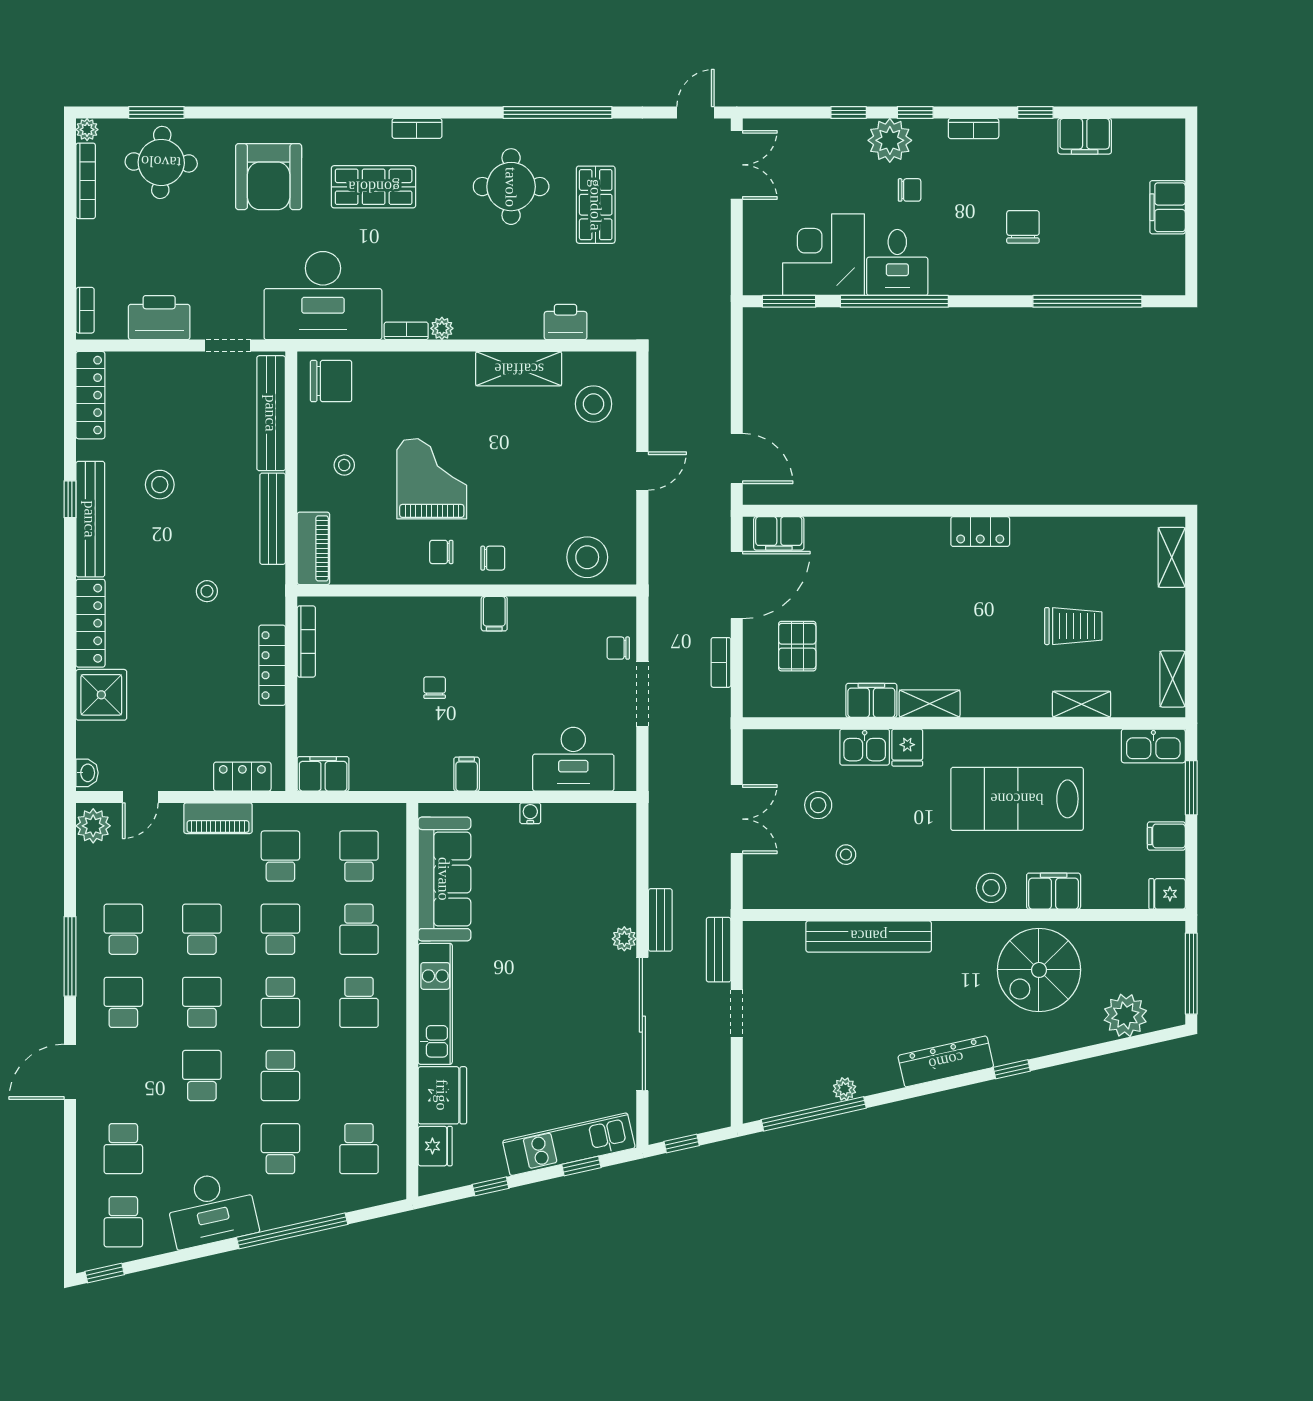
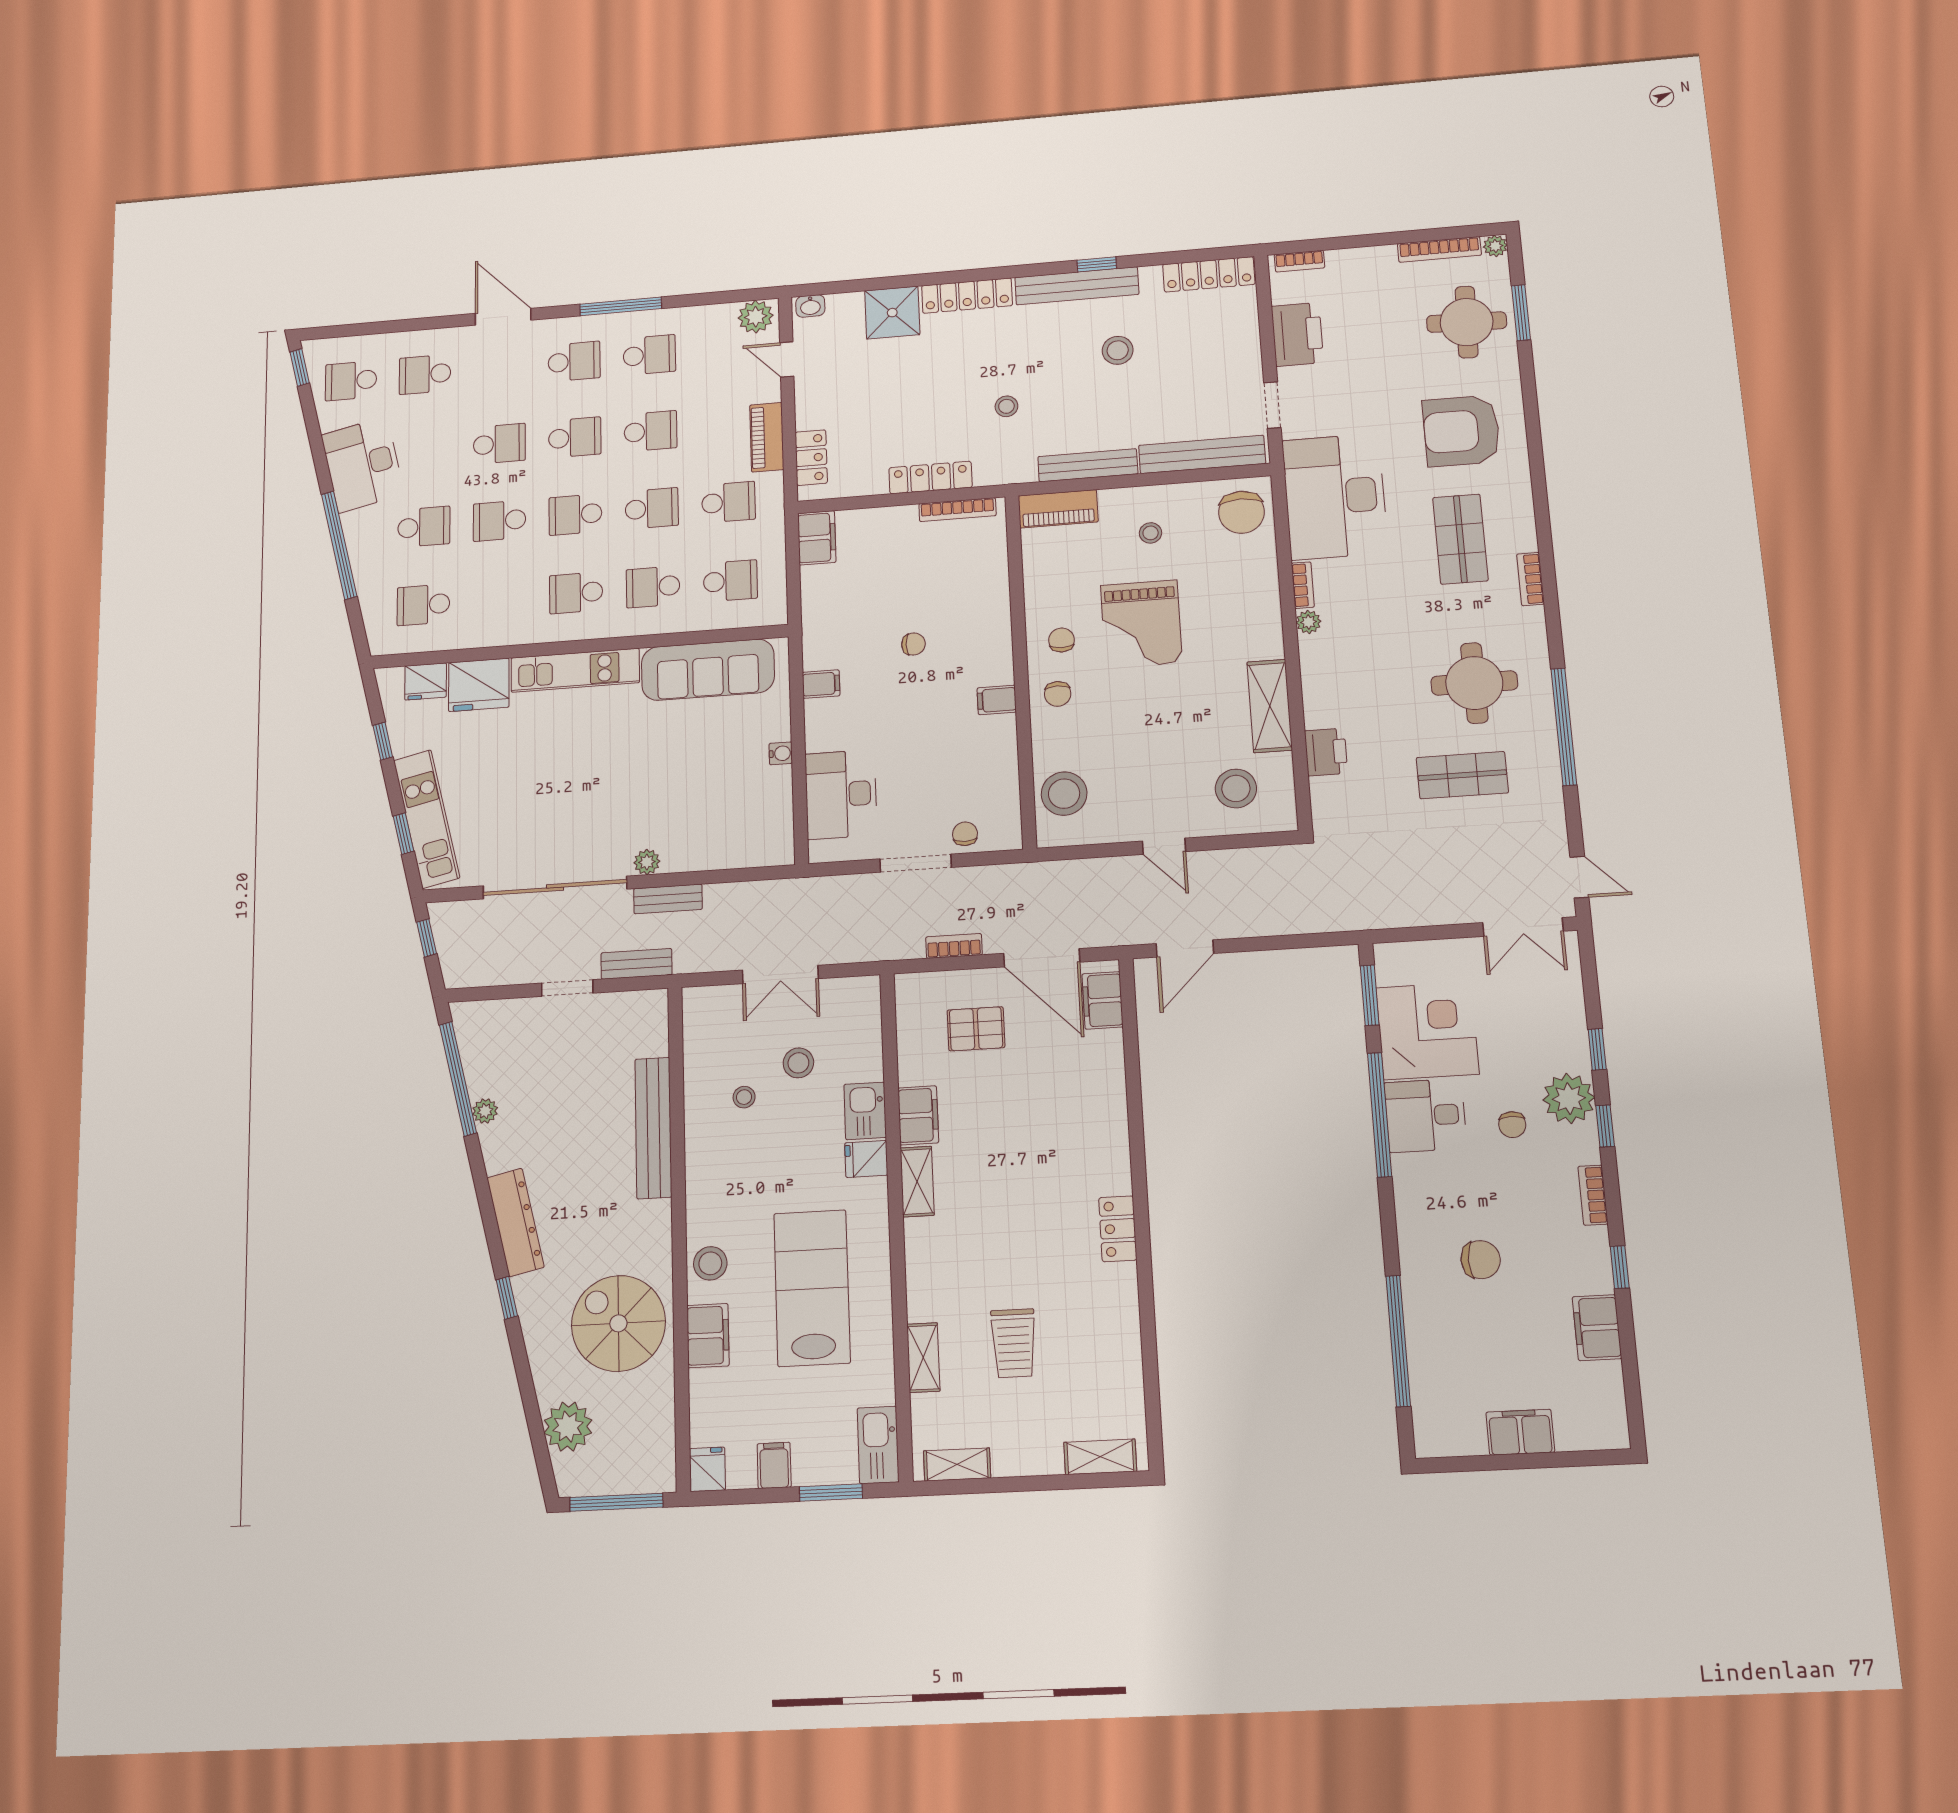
grand piano: (432, 479) -> (1141, 624), turned 90

